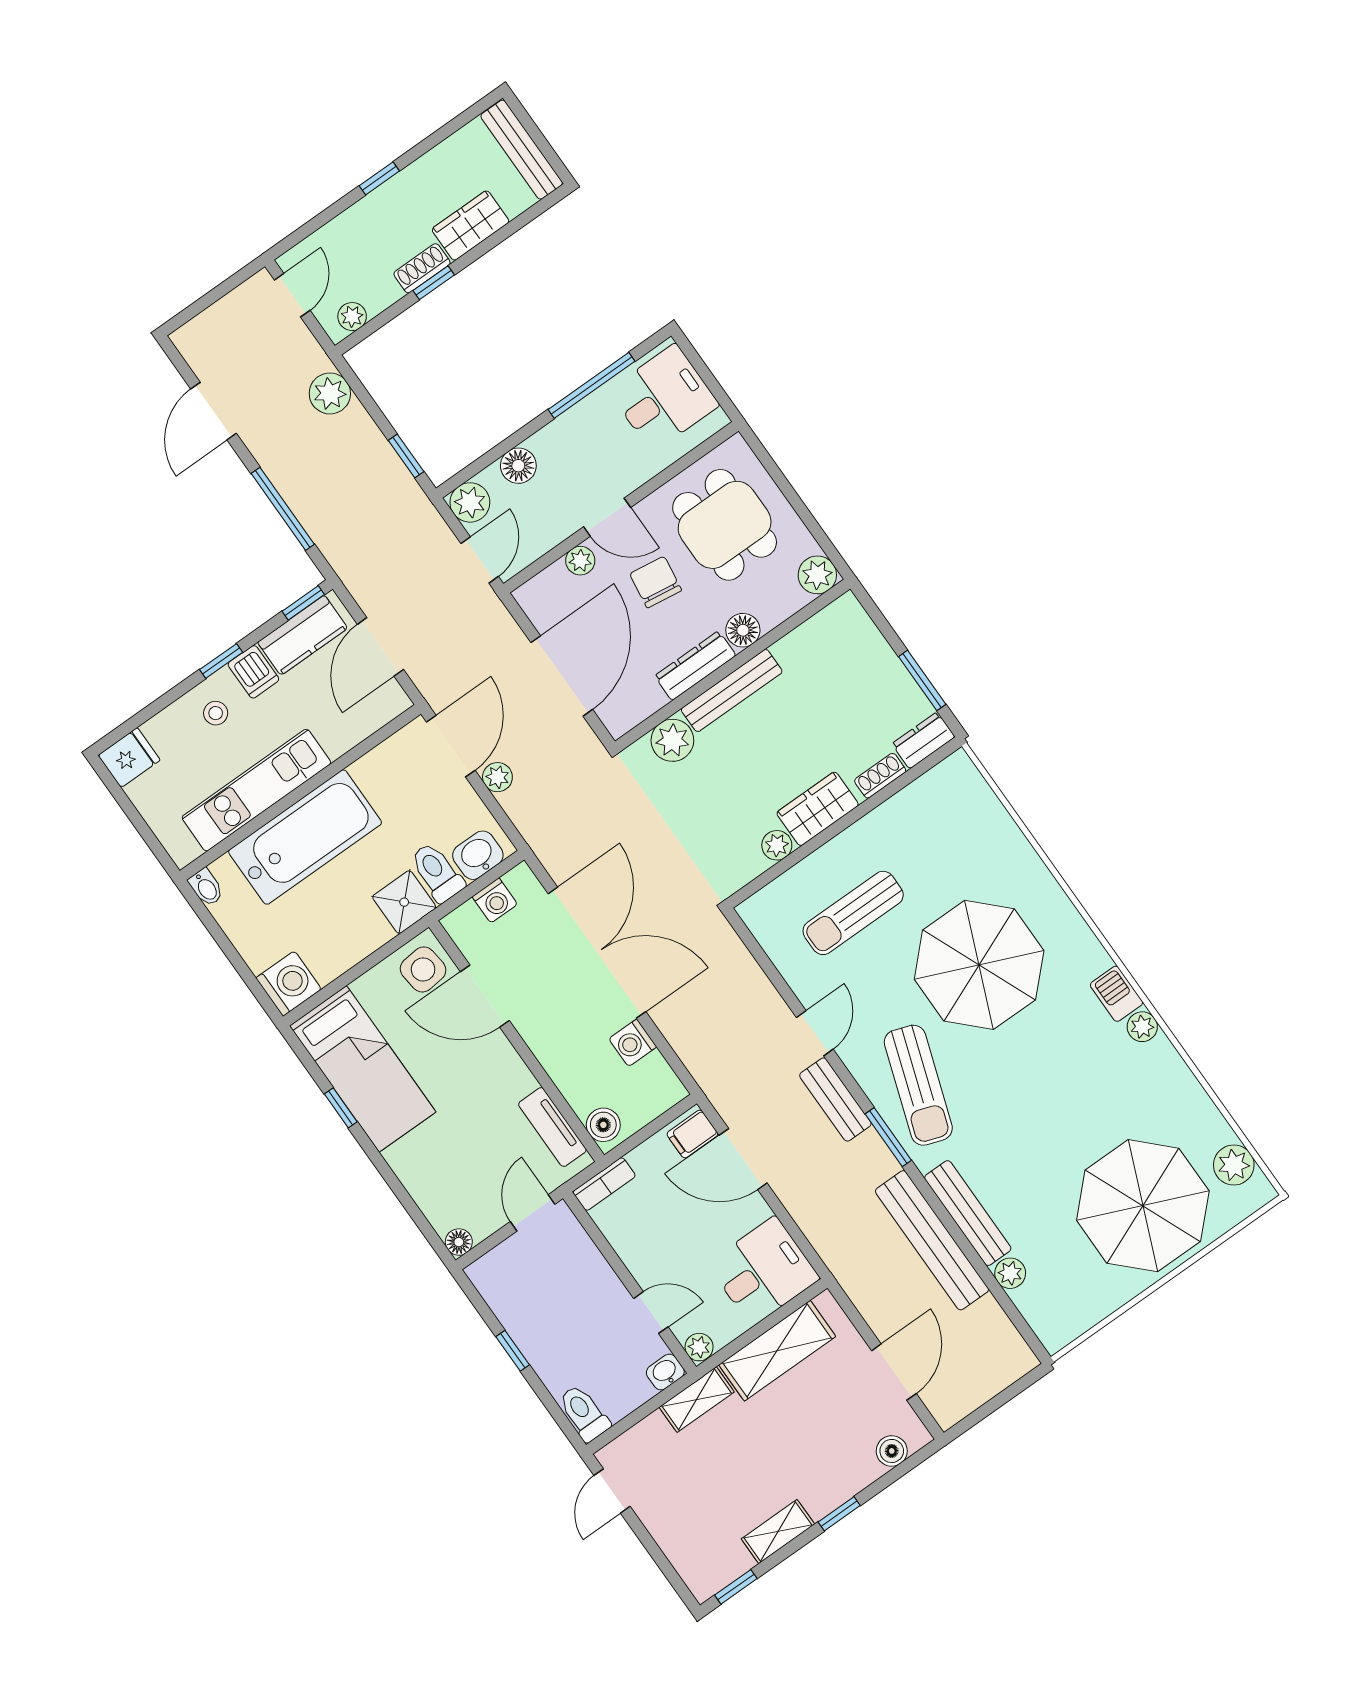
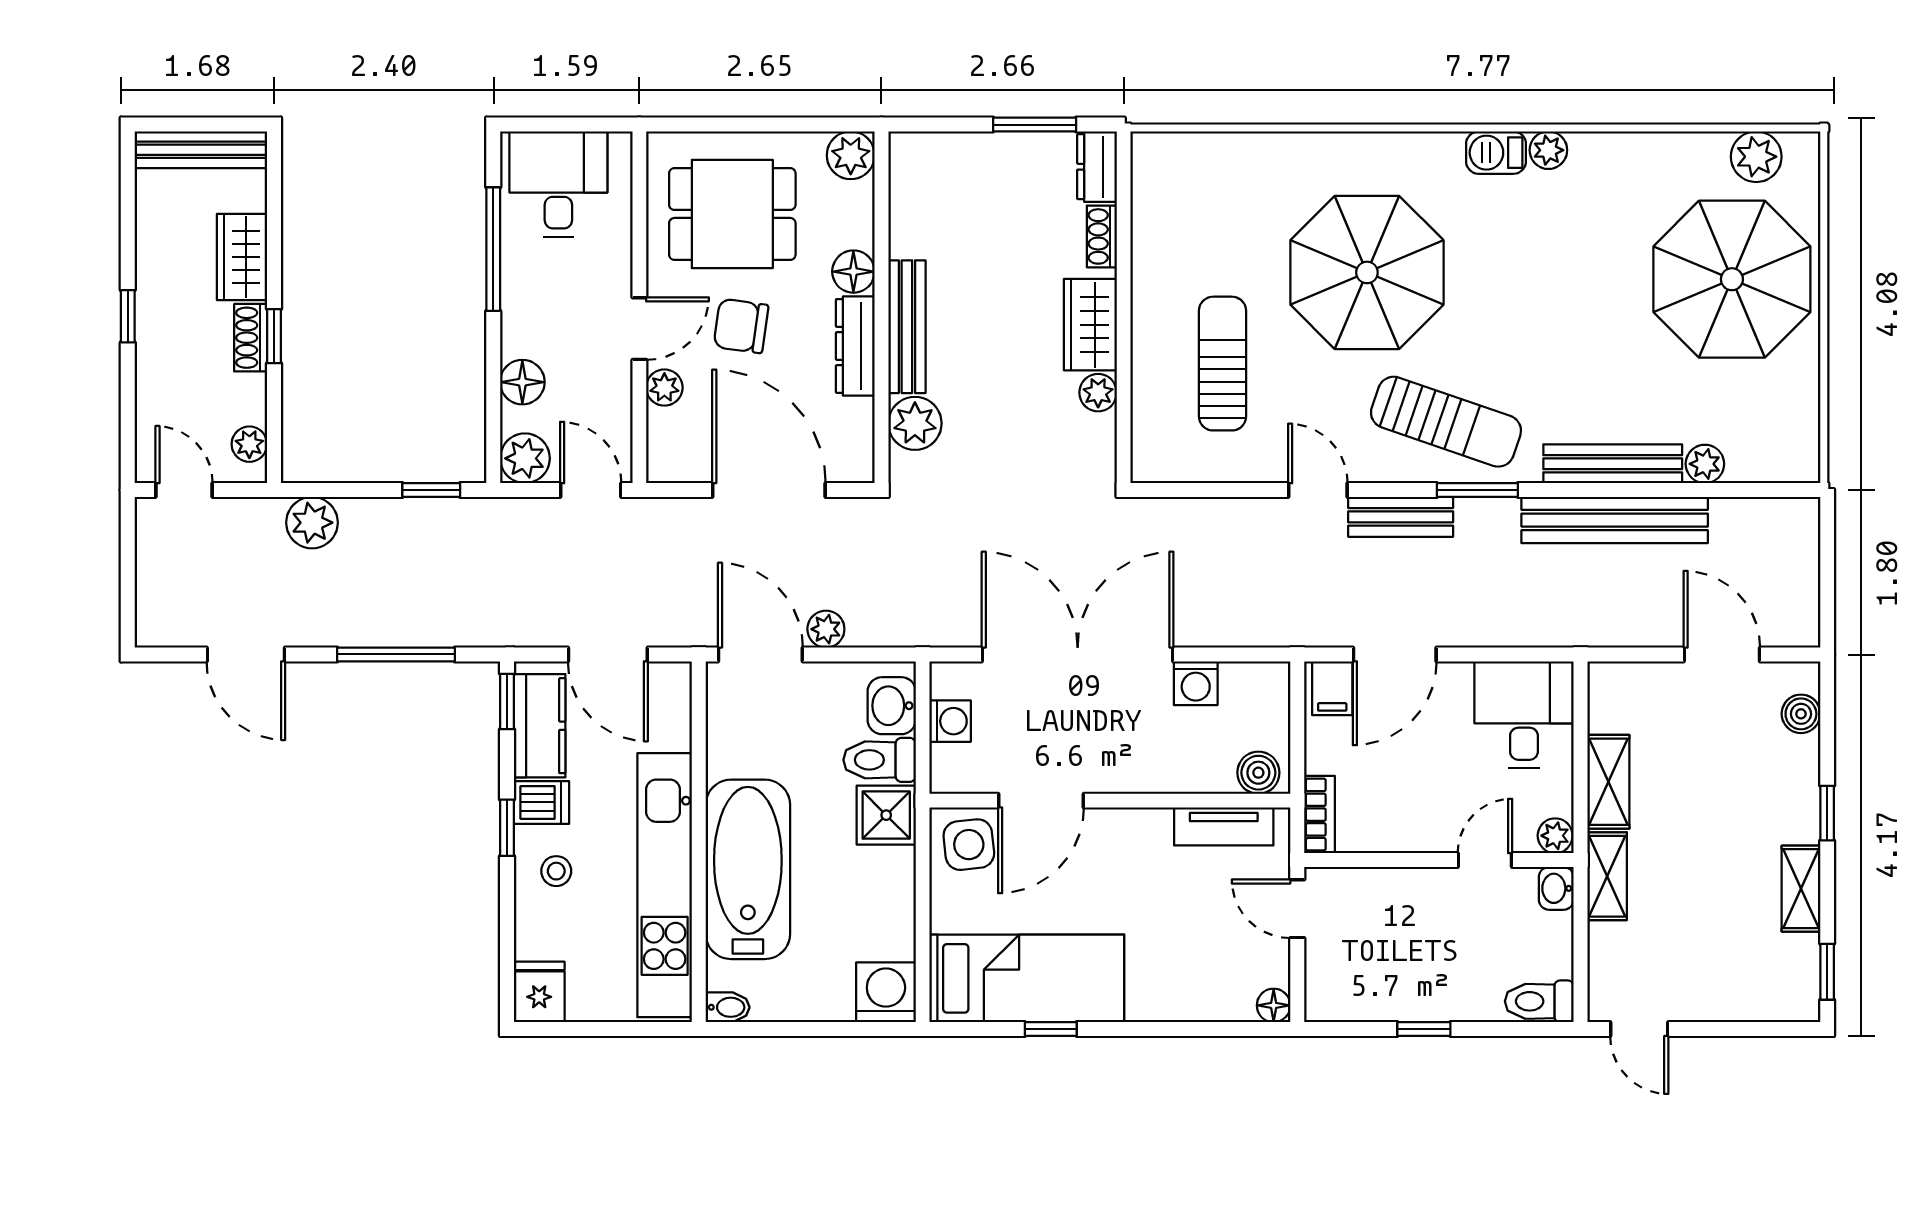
kitchen unit: (256, 790) -> (665, 885), width x1.36
sun lounger: (853, 913) -> (1223, 364), turned 180
shelving: (777, 1351) -> (1608, 782), width x0.67, depth x0.75

